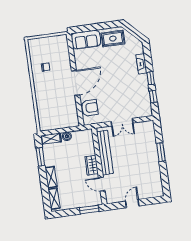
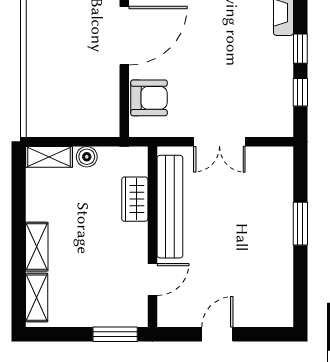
window: (40, 157) -> (19, 196), removed
wardrobe: (92, 165) -> (135, 199), moved
door: (102, 184) -> (152, 279), swing flipped

